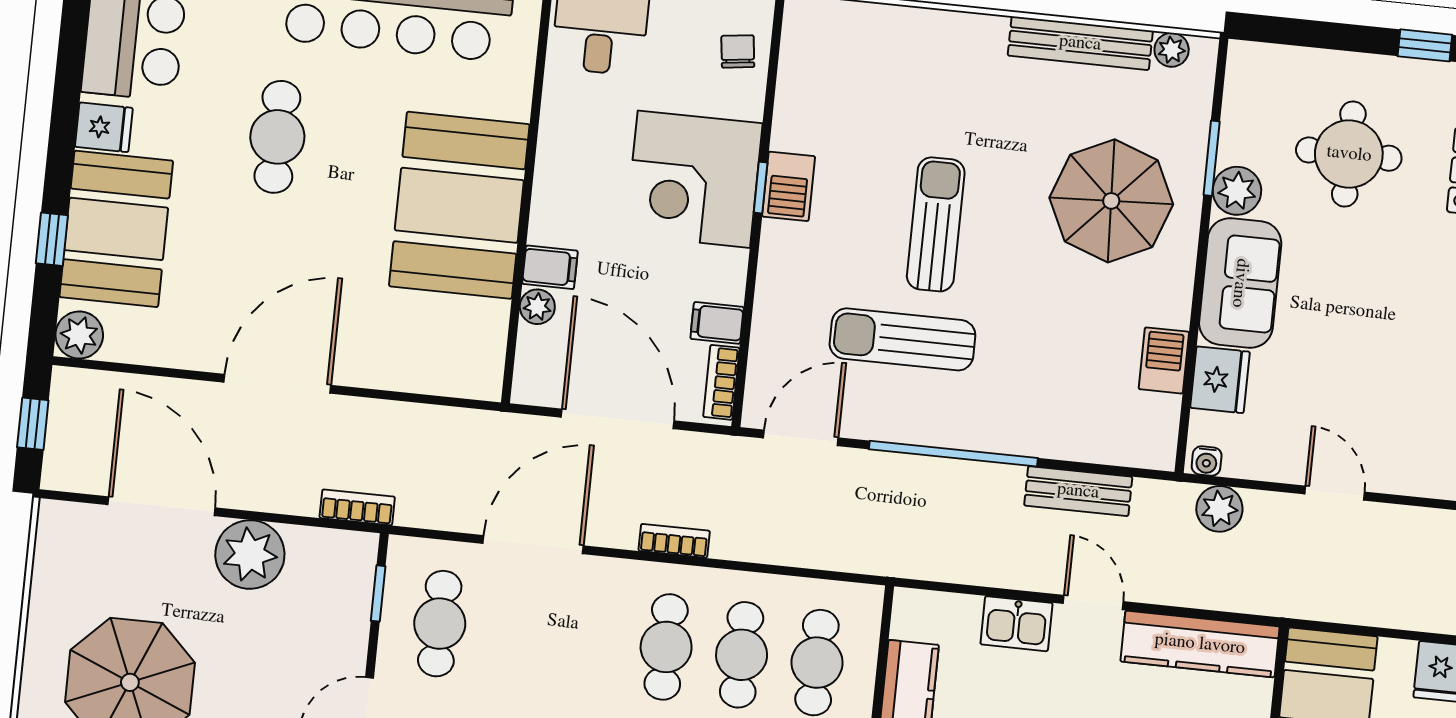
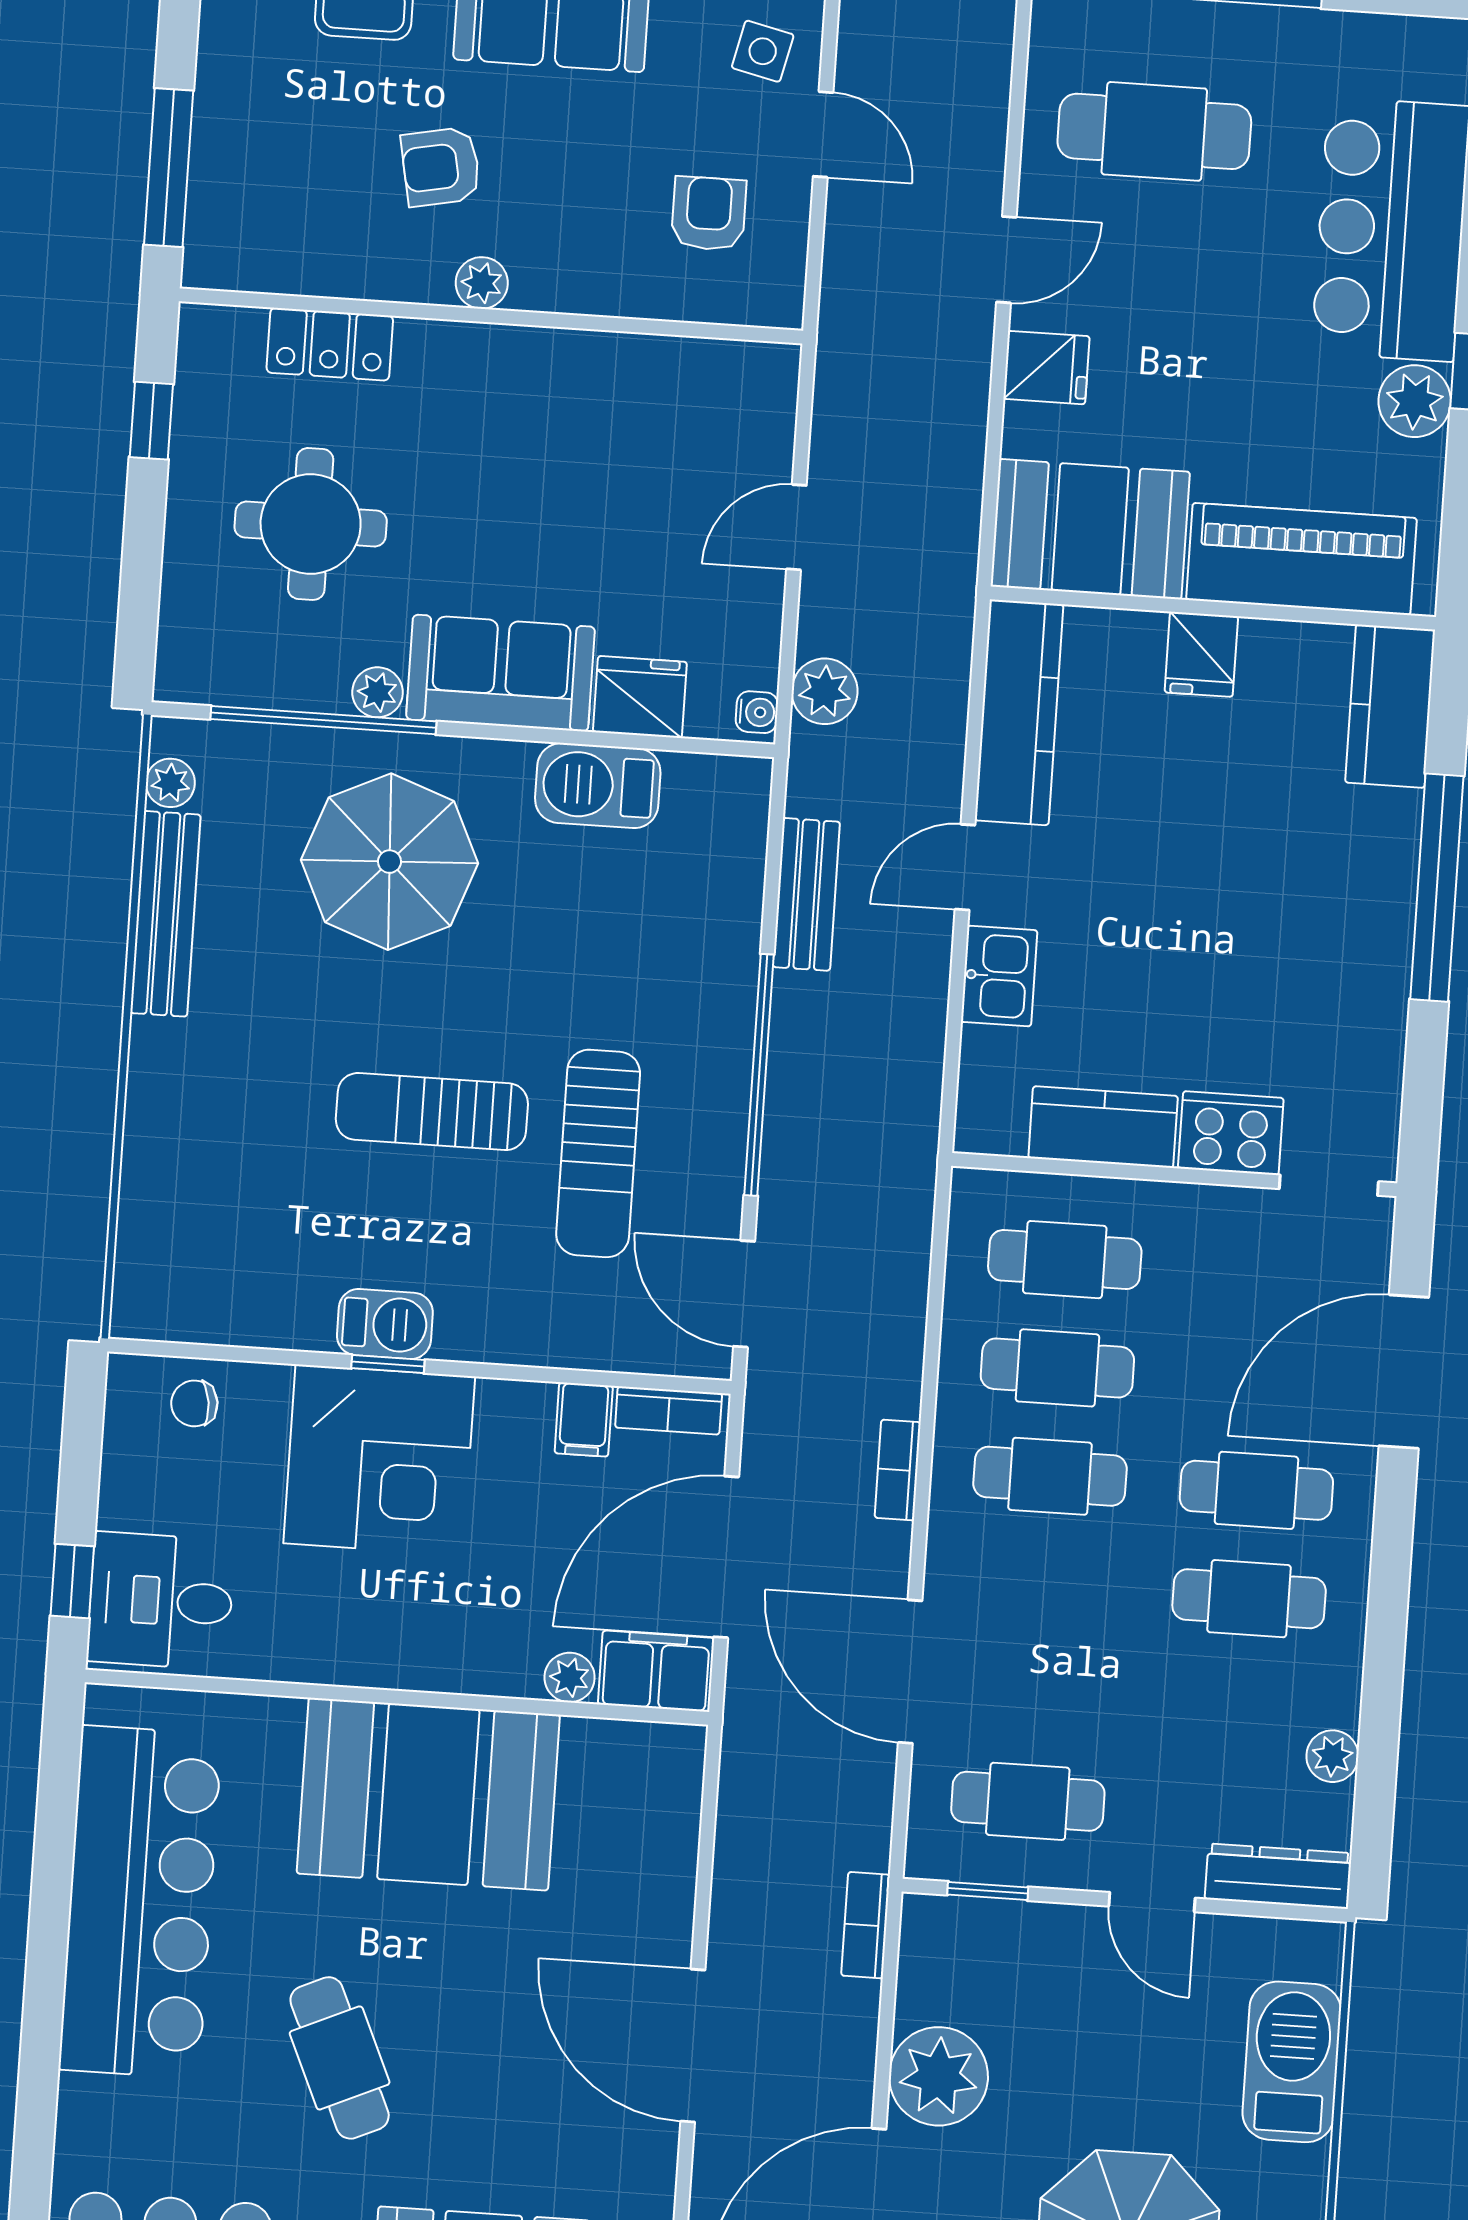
cafe table: (277, 137) -> (340, 2058), turned 66
window: (1212, 158) -> (323, 720), width x2.11
plant: (1237, 191) -> (378, 692), width x0.73, depth x0.73
filing cabinet: (550, 267) -> (656, 1671), moved, width x2.00
barbecue: (1164, 360) -> (598, 786), width x1.38, depth x1.27

